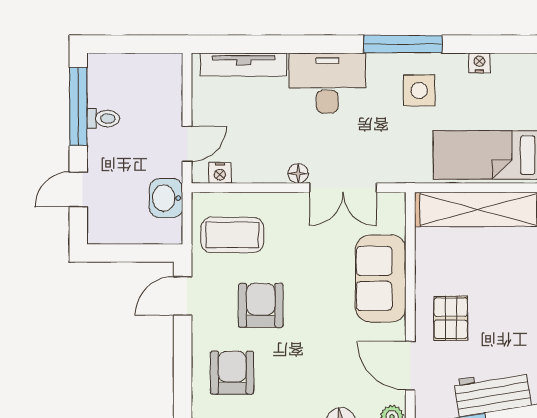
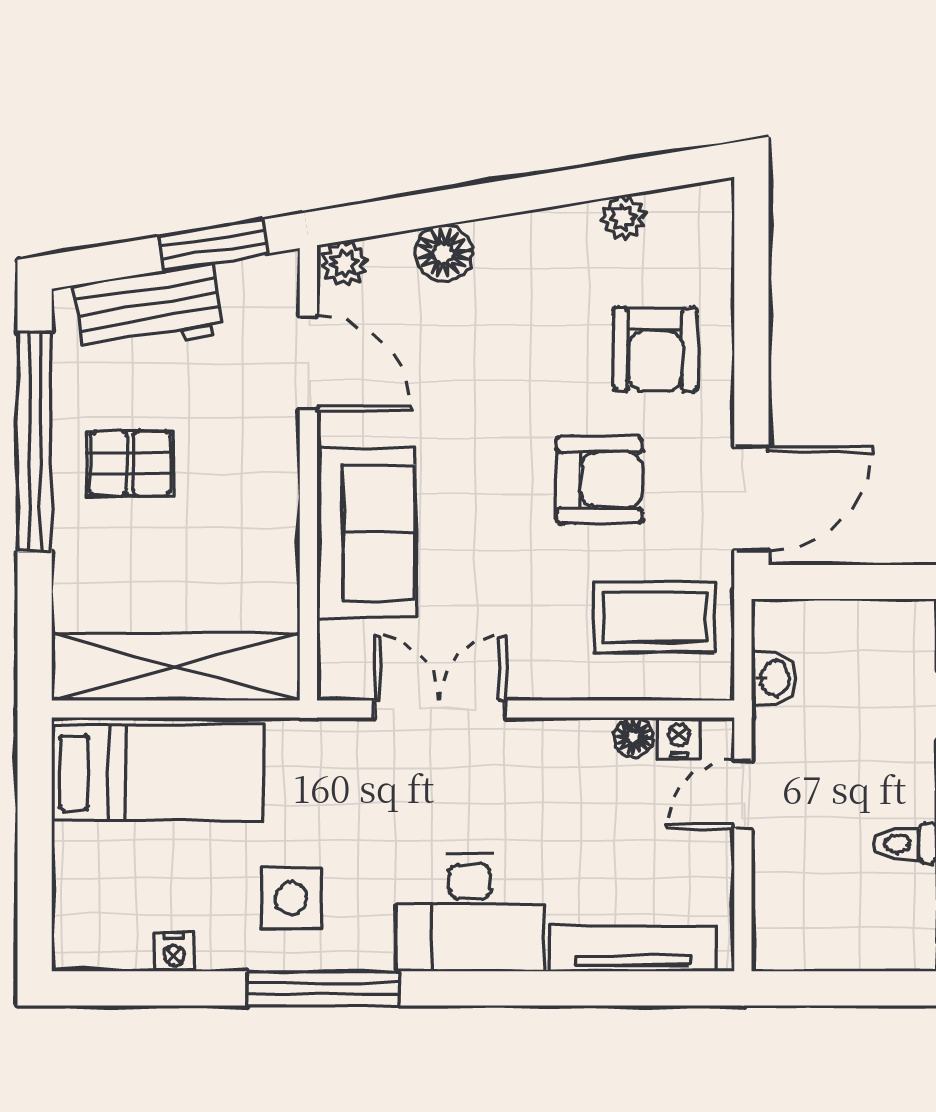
floor lamp: (298, 173) -> (633, 737), moved
washbasin: (166, 198) -> (774, 678), width x0.72, depth x0.69
door: (183, 296) -> (751, 499), width x1.37
armchair: (261, 305) -> (599, 480), turned -90
pallet: (451, 318) -> (130, 463), moved, turned 90

